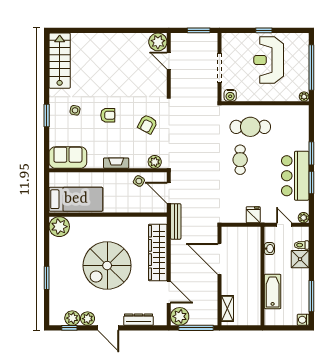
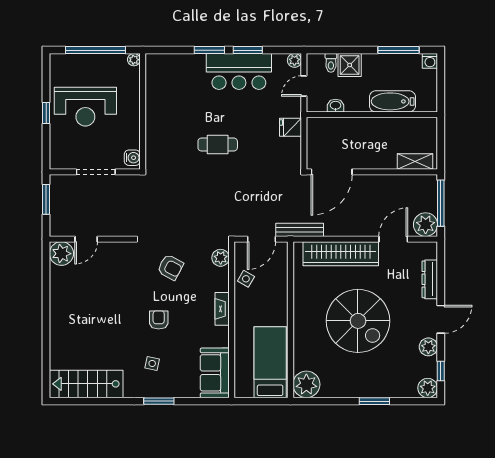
cafe table: (250, 127) -> (174, 131), removed
door: (219, 259) -> (332, 172), moved
plant: (72, 318) -> (428, 388), moved

